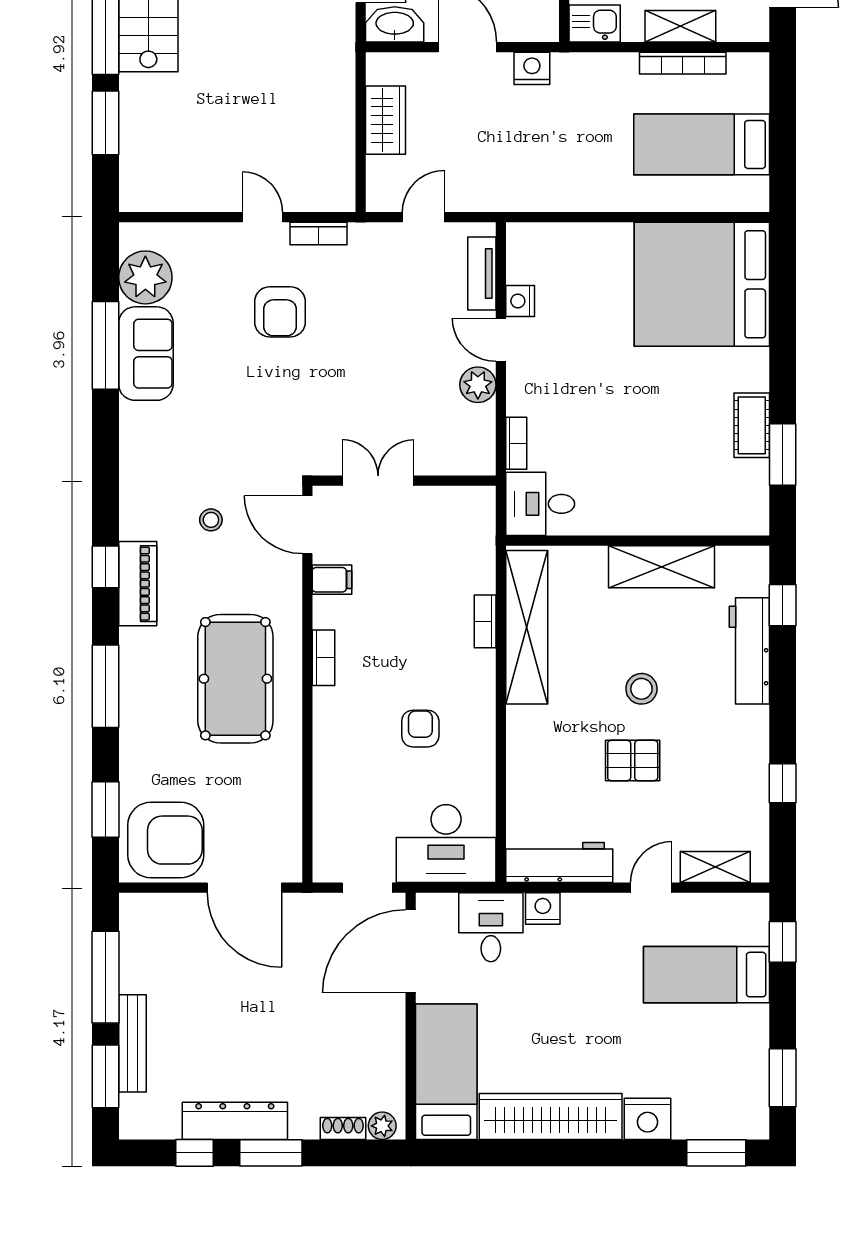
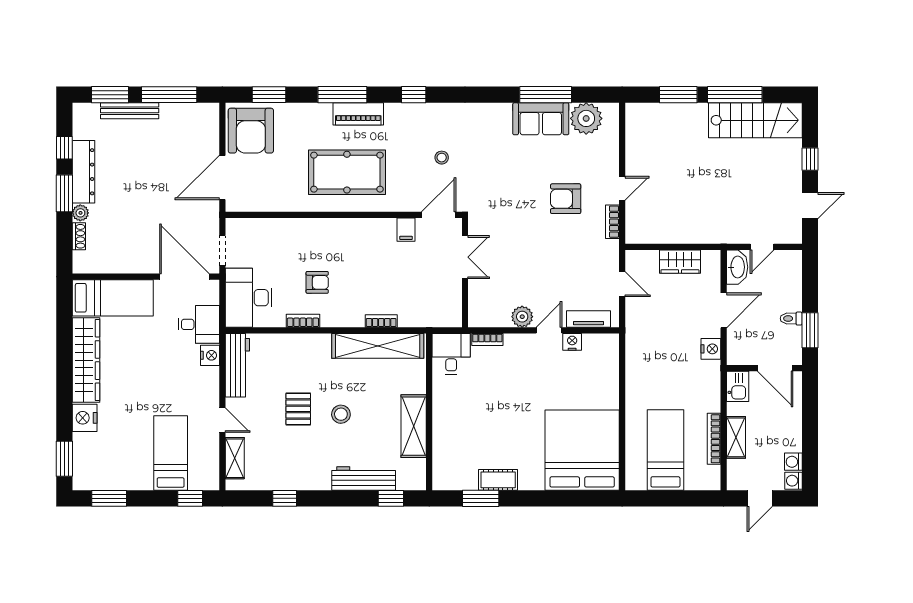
piano: (138, 584) -> (358, 114), moved
bookcase: (323, 658) -> (303, 321), moved, turned 180
plant: (382, 1126) -> (80, 213), moved

